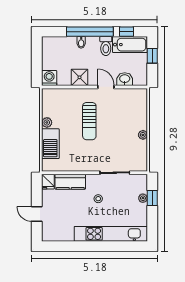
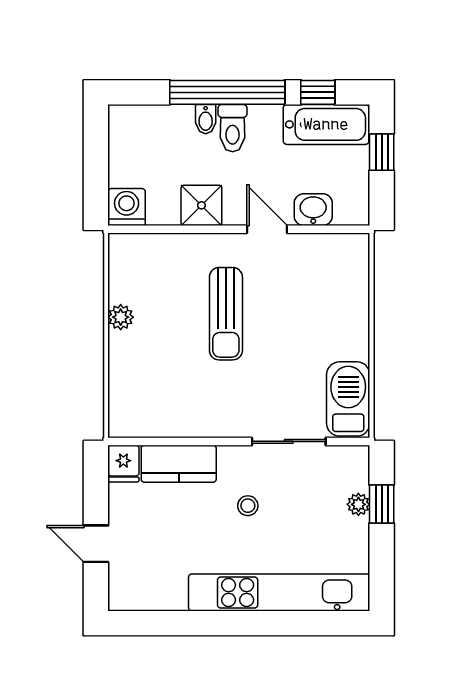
toilet: (106, 46) -> (233, 128), moved
plant: (143, 135) -> (358, 348), removed
barbecue: (50, 144) -> (348, 399), moved, turned 180

